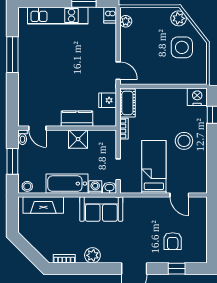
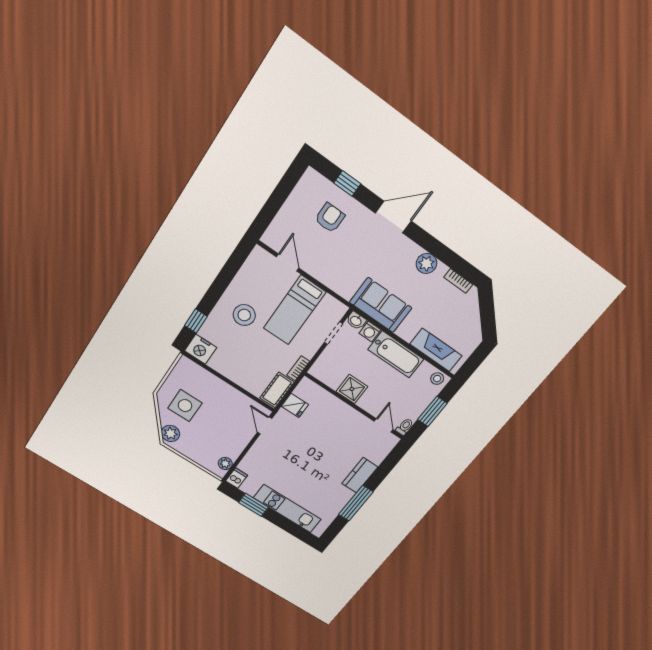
kitchen counter: (77, 119) -> (360, 475), moved, turned 90

